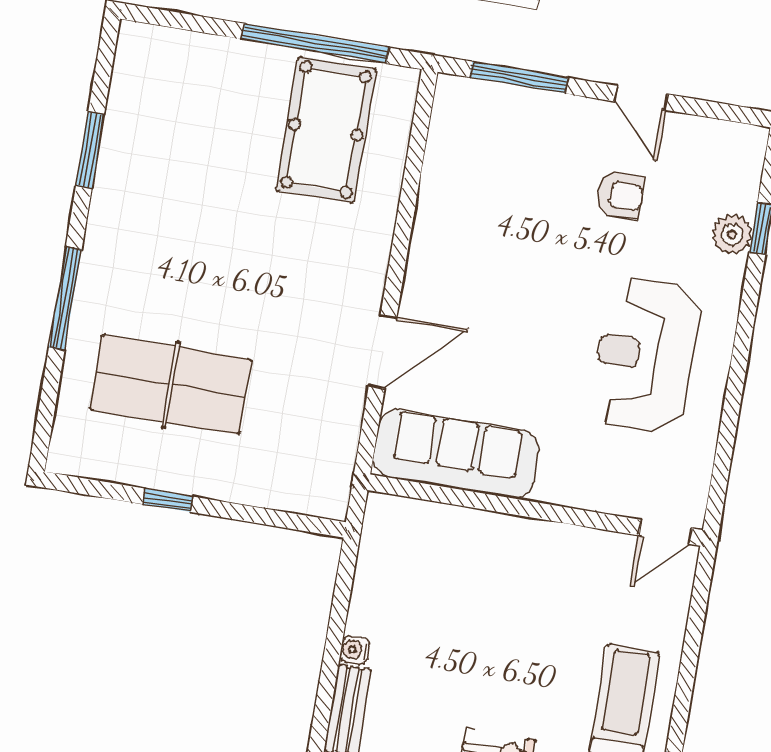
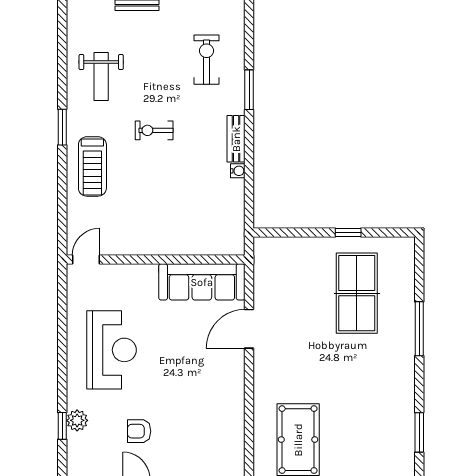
window: (90, 150) -> (419, 432), moved
table tennis table: (171, 384) -> (357, 293), turned 90

